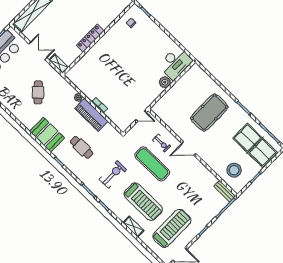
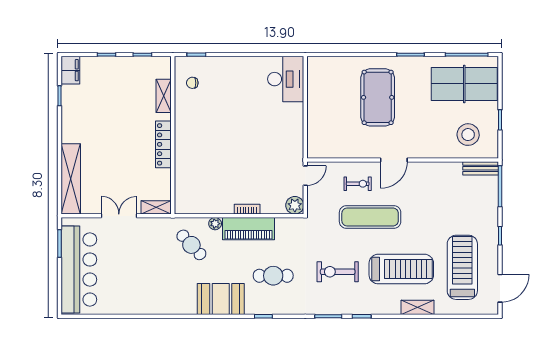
shelving: (112, 16) -> (164, 96), added
plant: (165, 82) -> (295, 205), moved
cafe table: (38, 92) -> (191, 245), moved
exercise bike: (113, 174) -> (338, 272), turned -90

